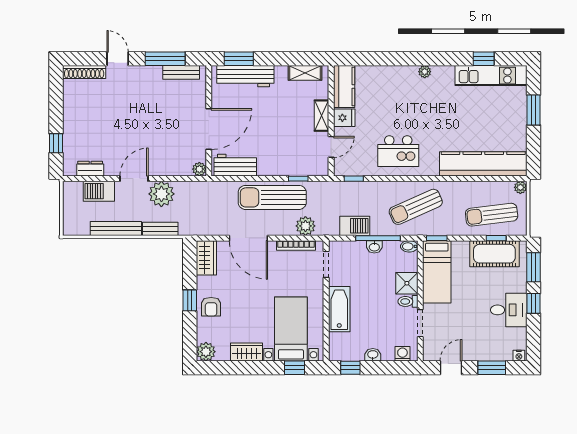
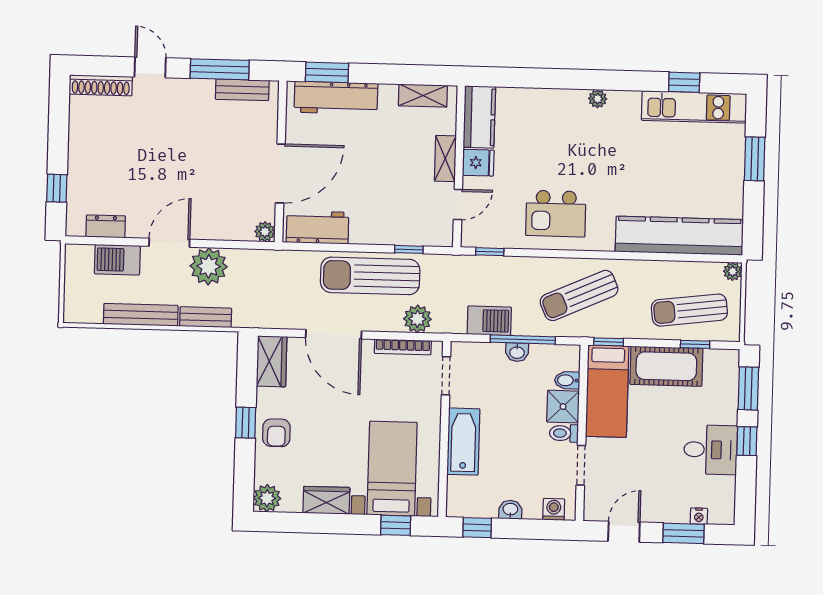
bidet: (409, 246) -> (567, 380), moved
cot: (494, 254) -> (666, 366), moved
nightstand: (519, 356) -> (699, 516), moved

